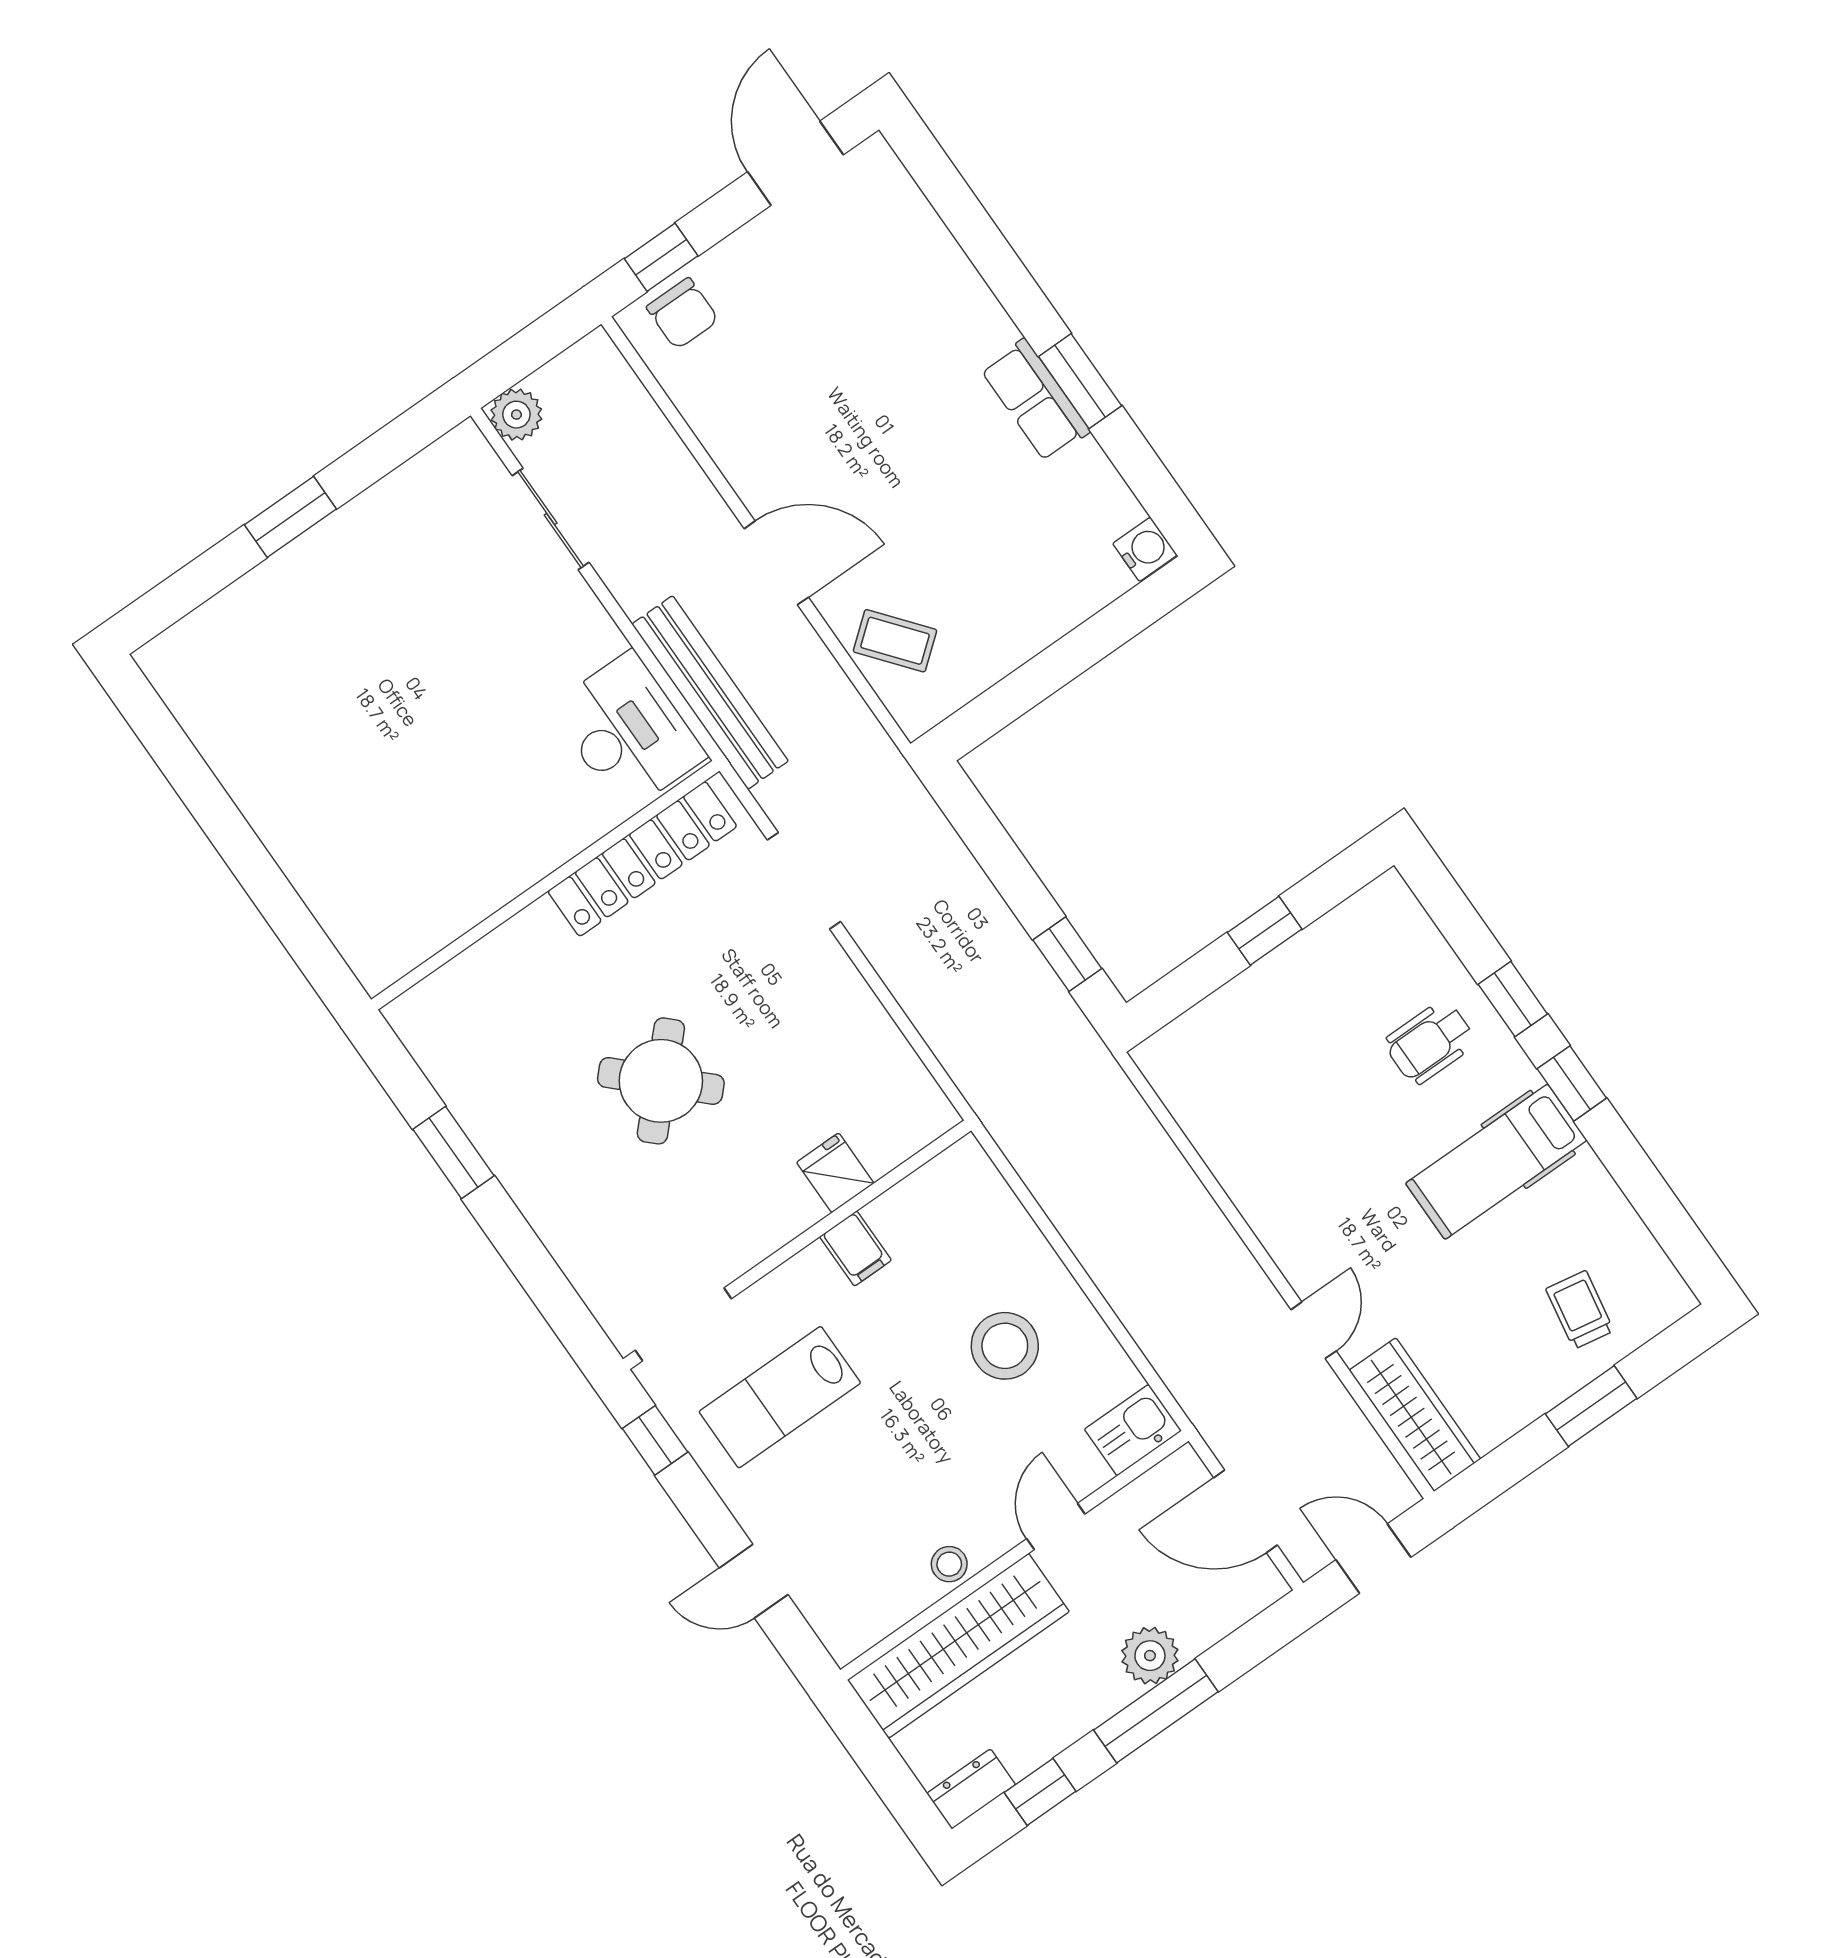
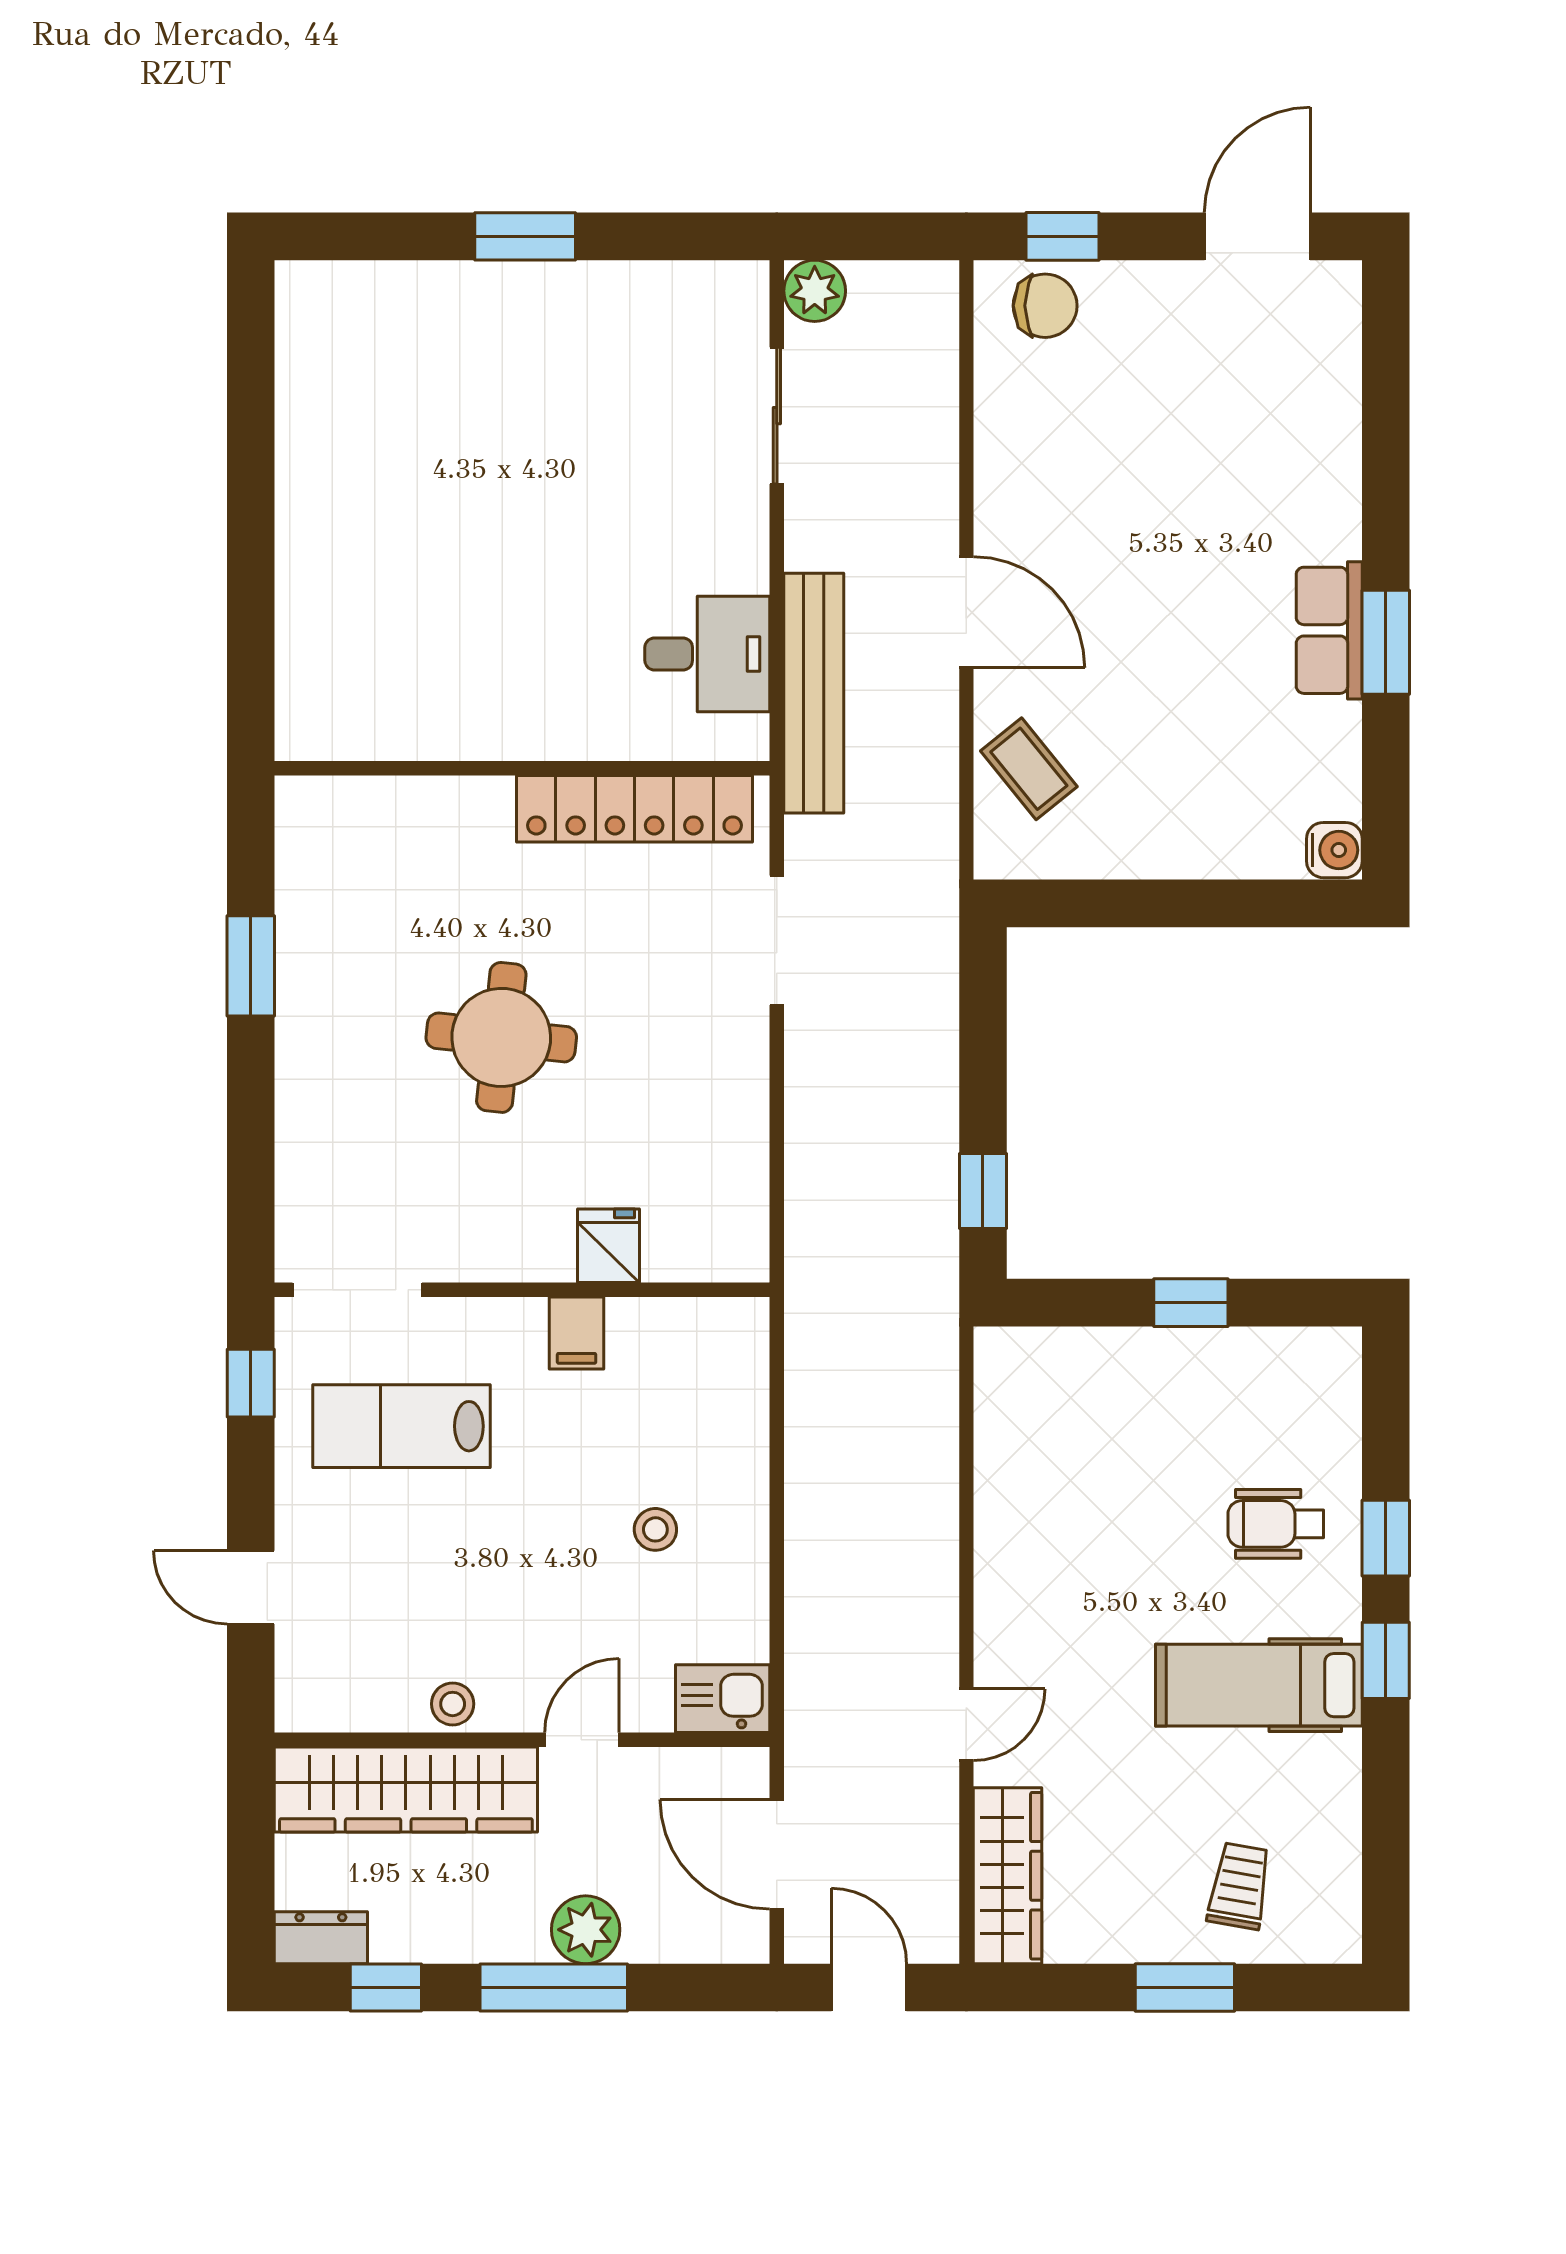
chair: (683, 314) -> (1045, 306), turned -90
desk: (628, 732) -> (707, 654), width x0.73
round table: (661, 1081) -> (501, 1037), turned -38
stool: (1005, 1346) -> (655, 1529), width x0.53, depth x0.53

